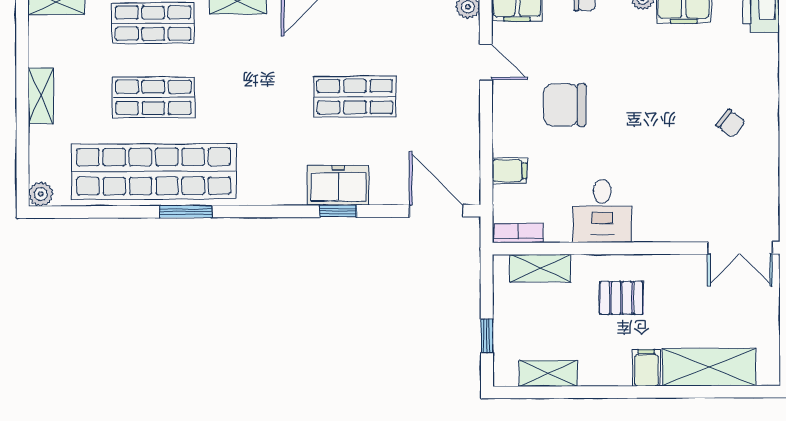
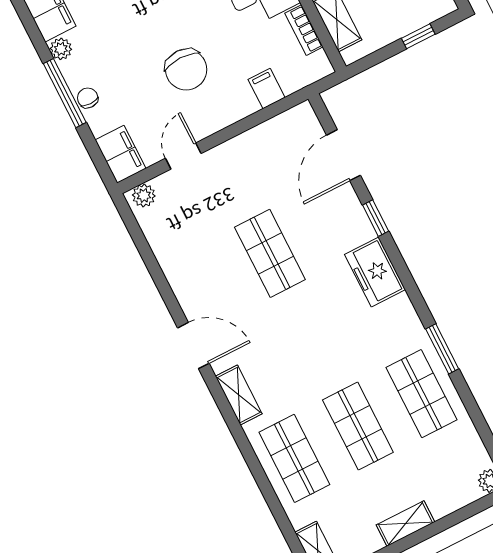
shop shelf: (154, 171) -> (421, 394), width x0.50, depth x0.74
freezer: (338, 185) -> (375, 272), moved
door: (436, 211) -> (343, 155), moved
bookcase: (519, 233) -> (304, 30), moved

